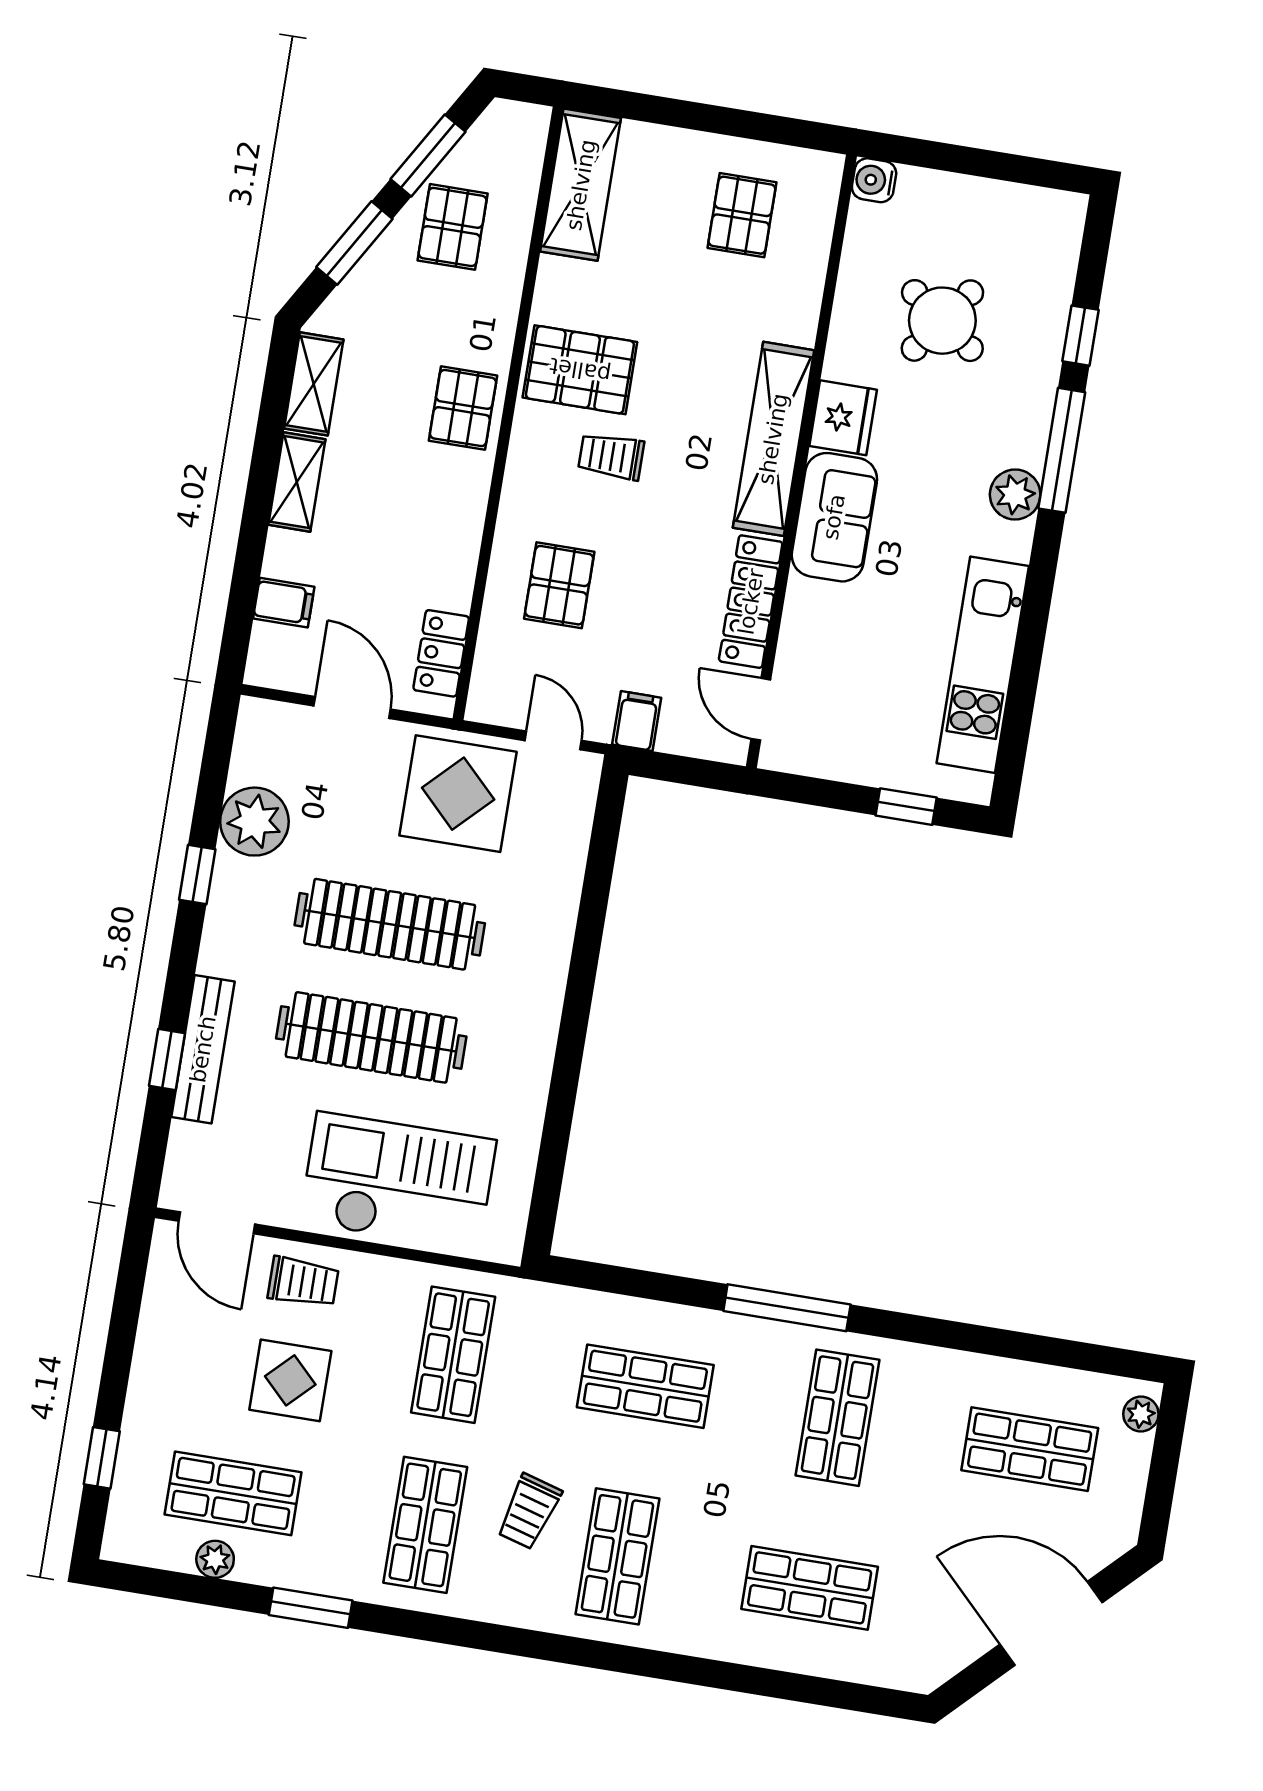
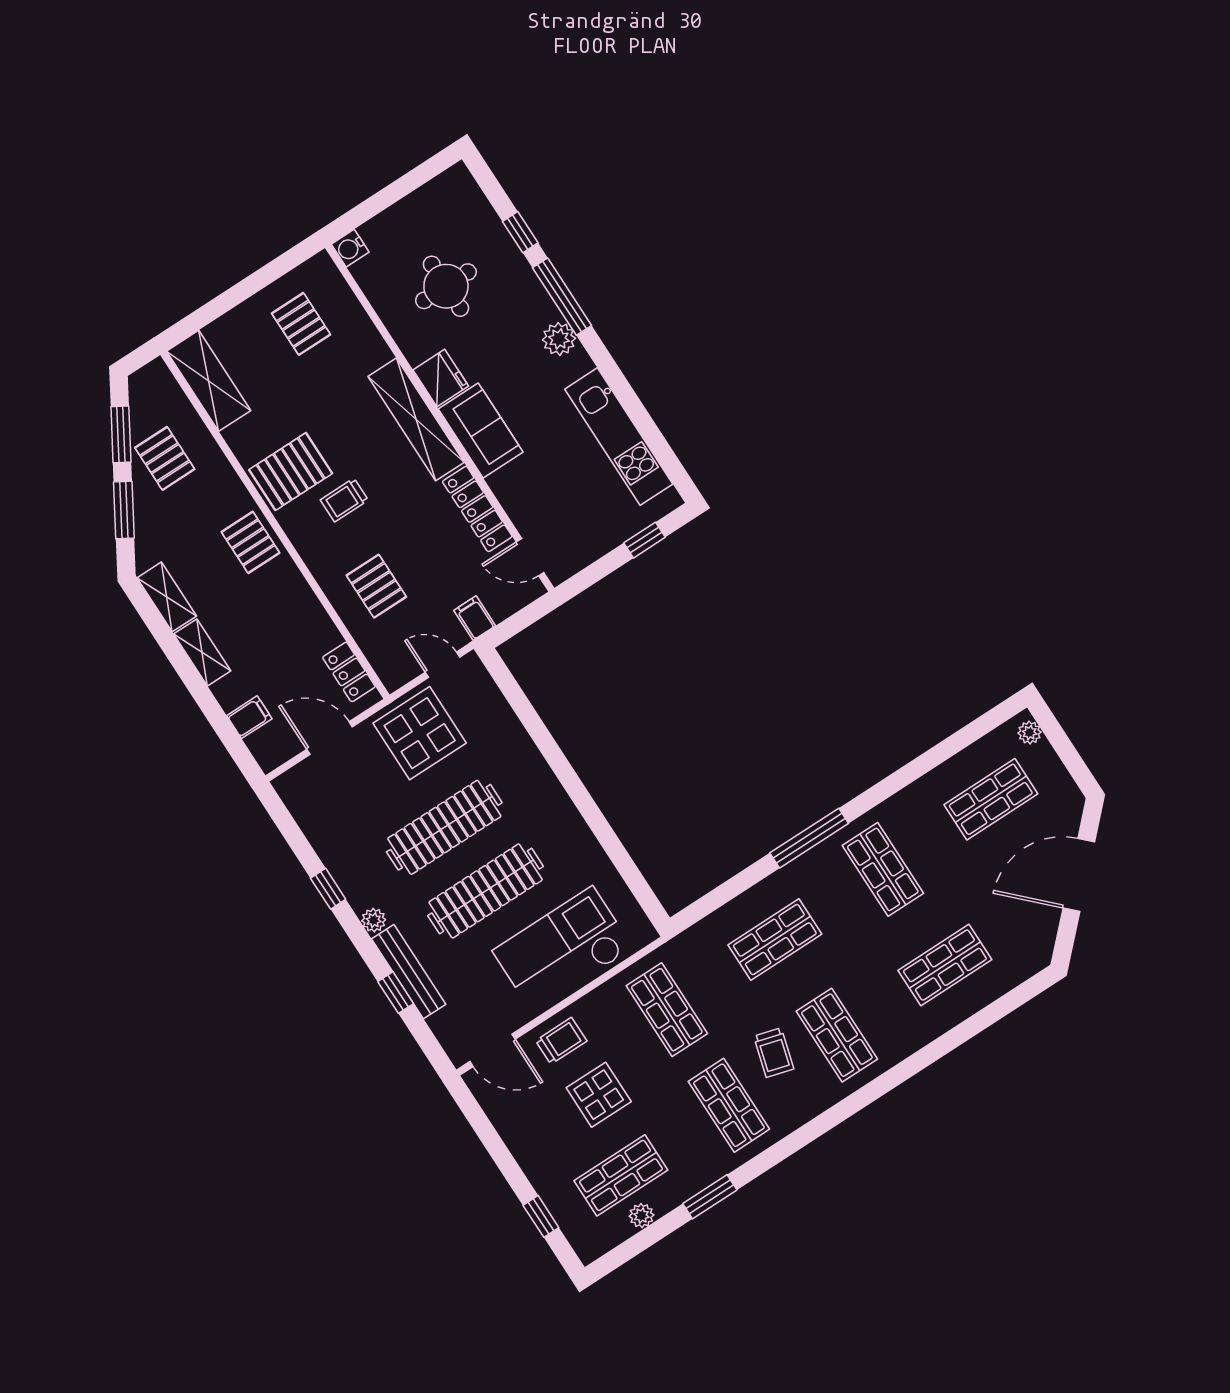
round table: (942, 321) -> (446, 286), turned -36
plant: (254, 822) -> (374, 920), moved, width x0.53, depth x0.53

